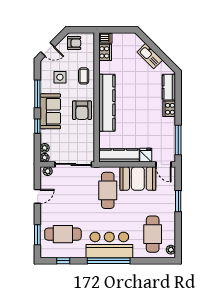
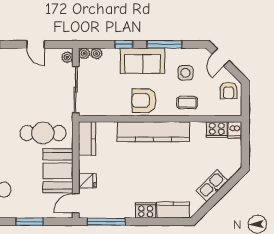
kitchen counter: (119, 155) -> (87, 139), width x0.67

